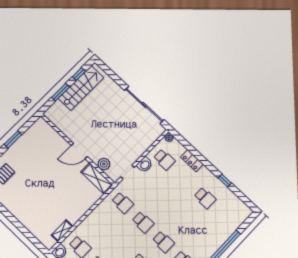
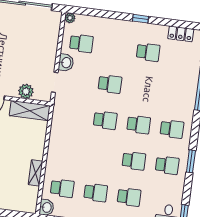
locker: (192, 161) -> (181, 34), moved
window: (225, 181) -> (141, 19), moved
school desk: (123, 203) -> (110, 84), moved
shelving: (62, 231) -> (35, 173), moved

